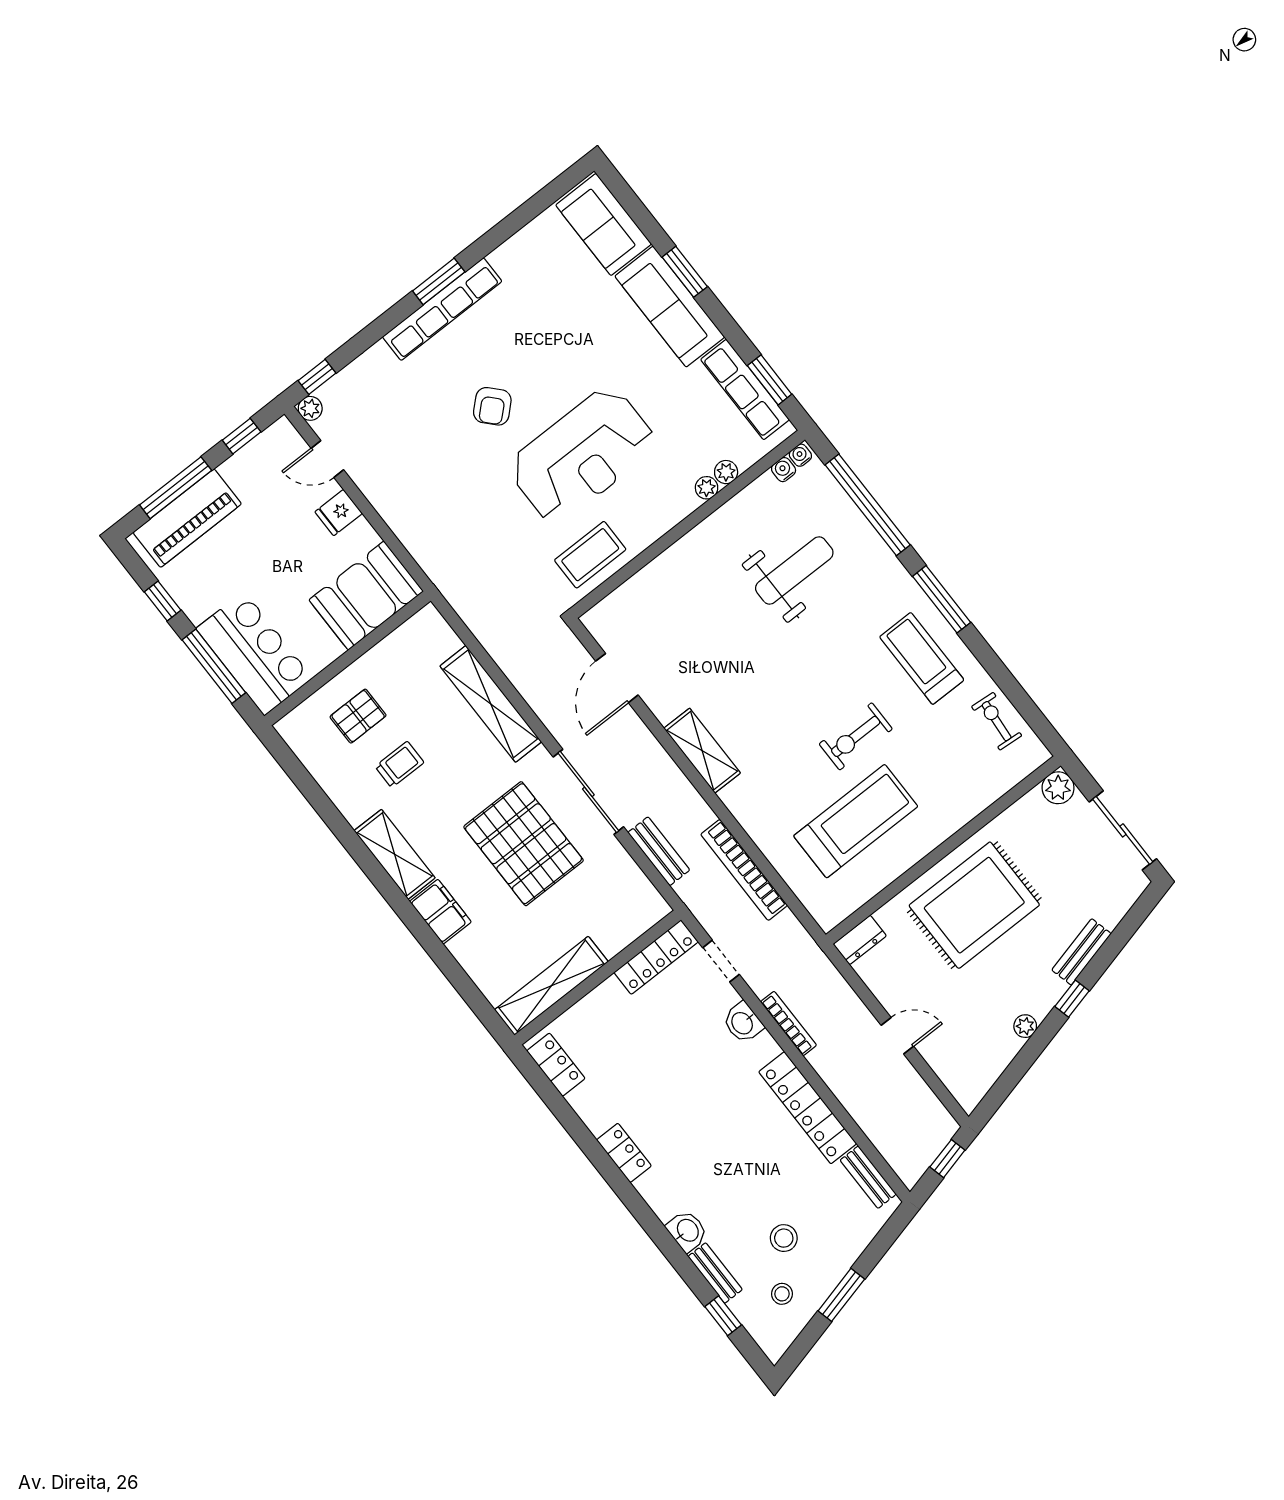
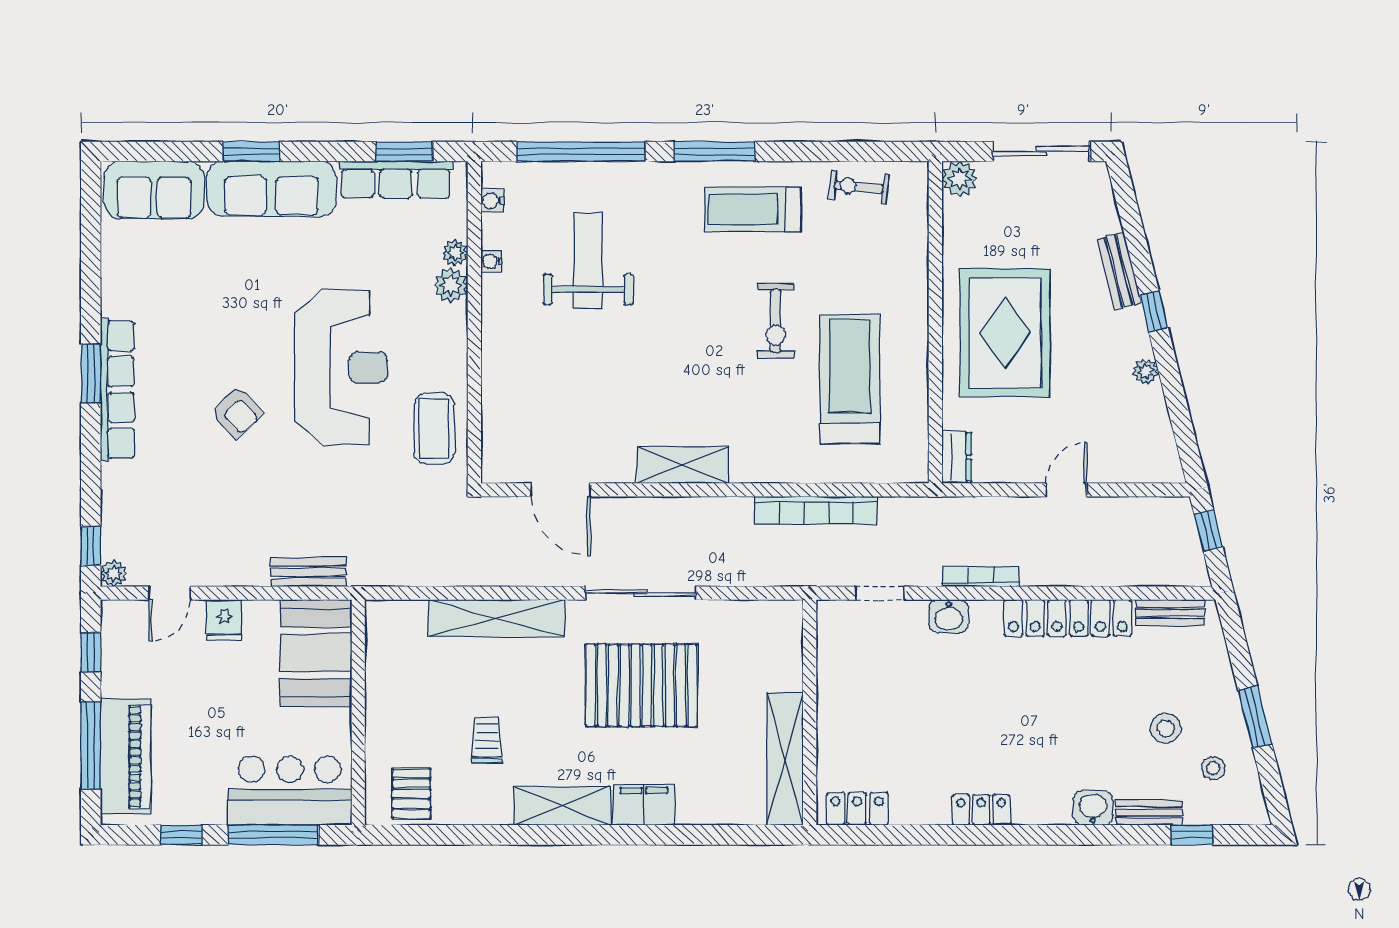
water cooler: (800, 455) -> (491, 261), moved
plant: (707, 488) -> (451, 285), width x1.38, depth x1.38
pallet: (358, 716) -> (411, 794), moved
bench: (659, 851) -> (309, 572), moved
locker: (656, 957) -> (832, 647), removed

